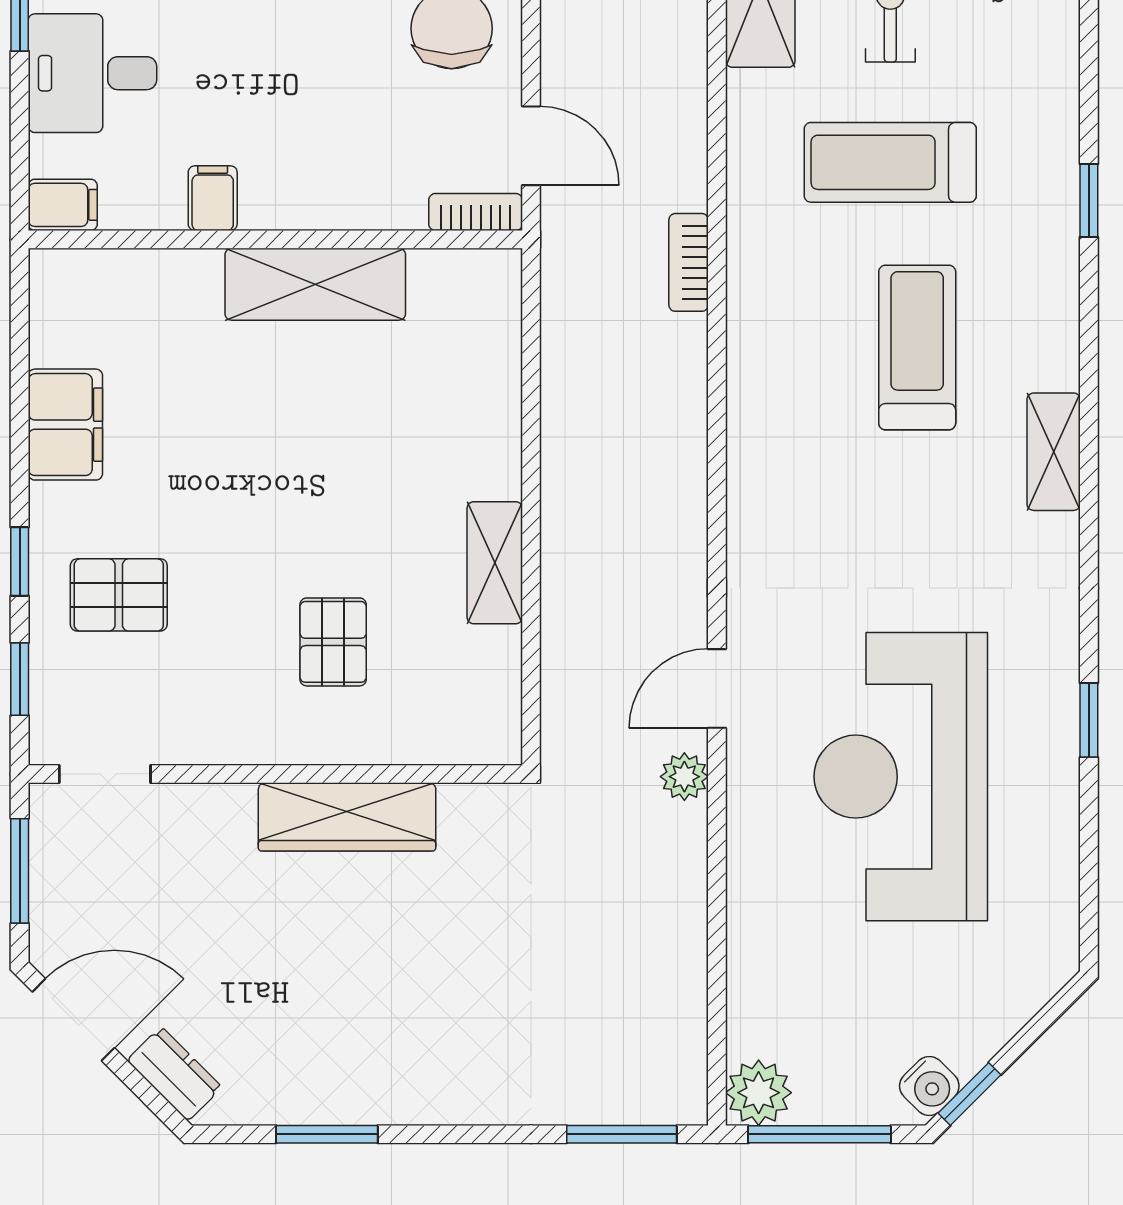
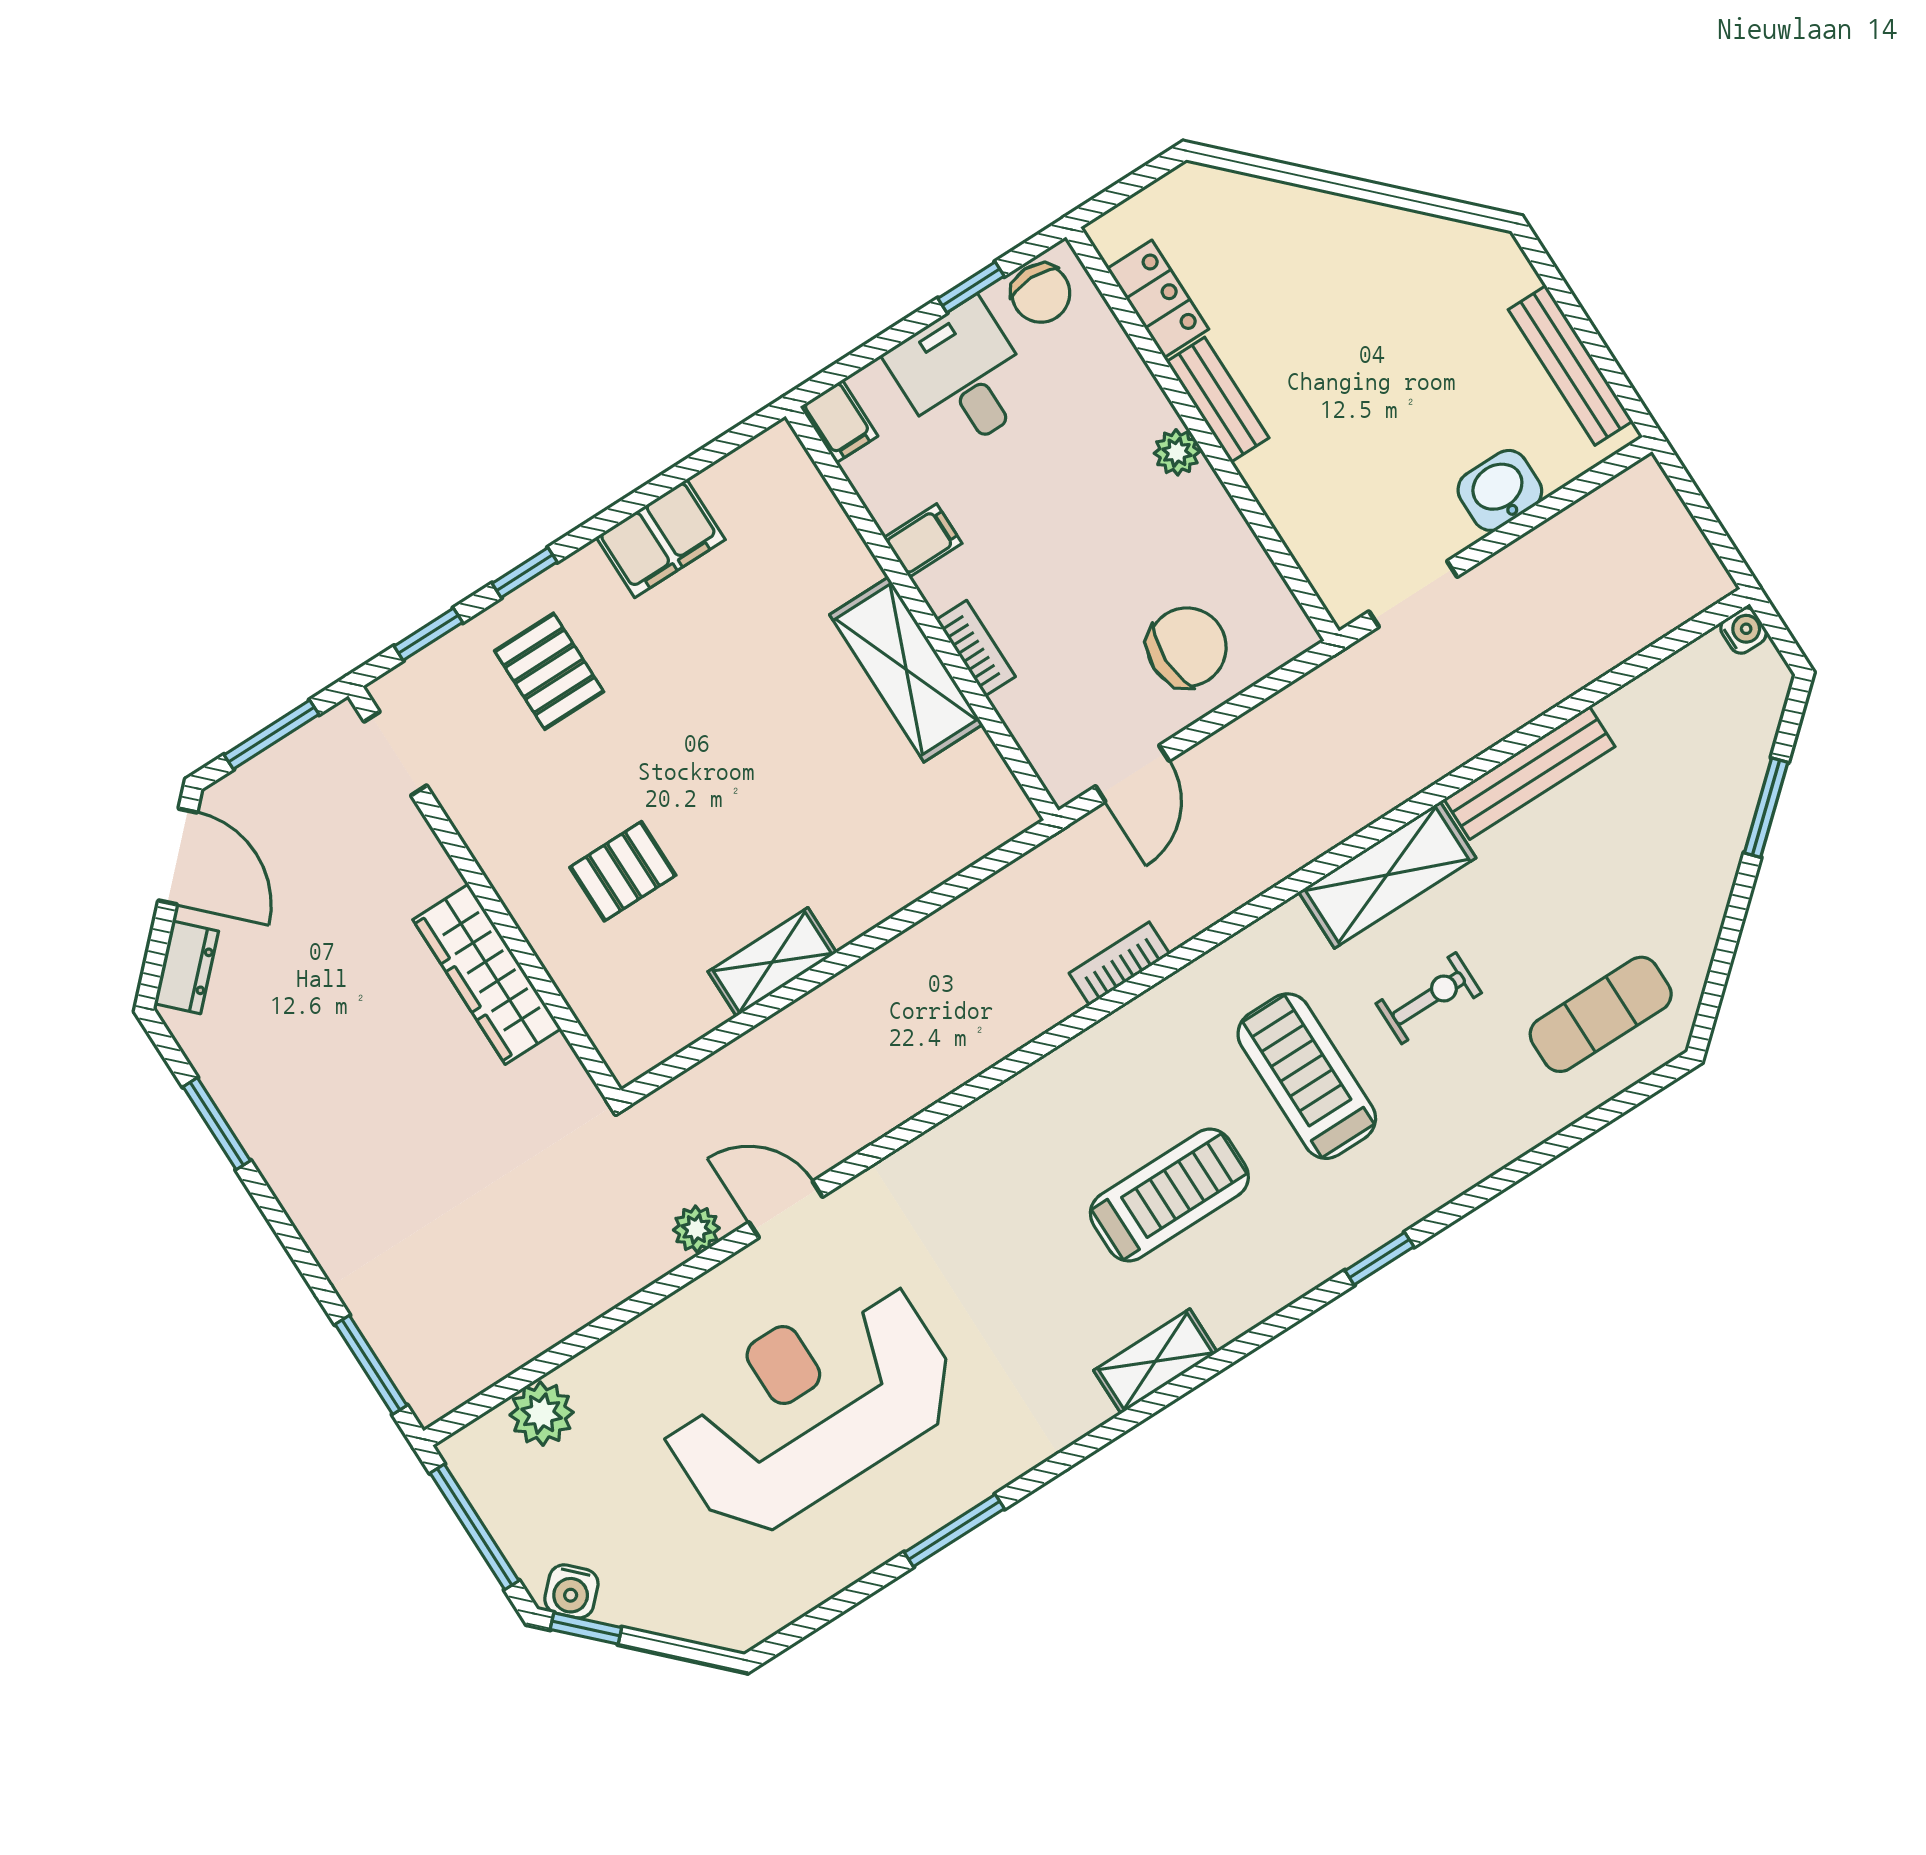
bookcase: (476, 212) -> (976, 648), moved
window: (1089, 720) -> (954, 1530), width x1.50
plant: (759, 1093) -> (542, 1414), moved

